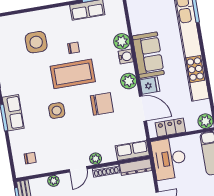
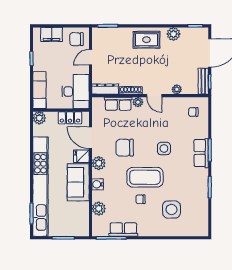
plant: (122, 41) -> (99, 209), moved
row of seats: (132, 151) -> (118, 104), moved
door: (78, 169) -> (154, 96), swing flipped

